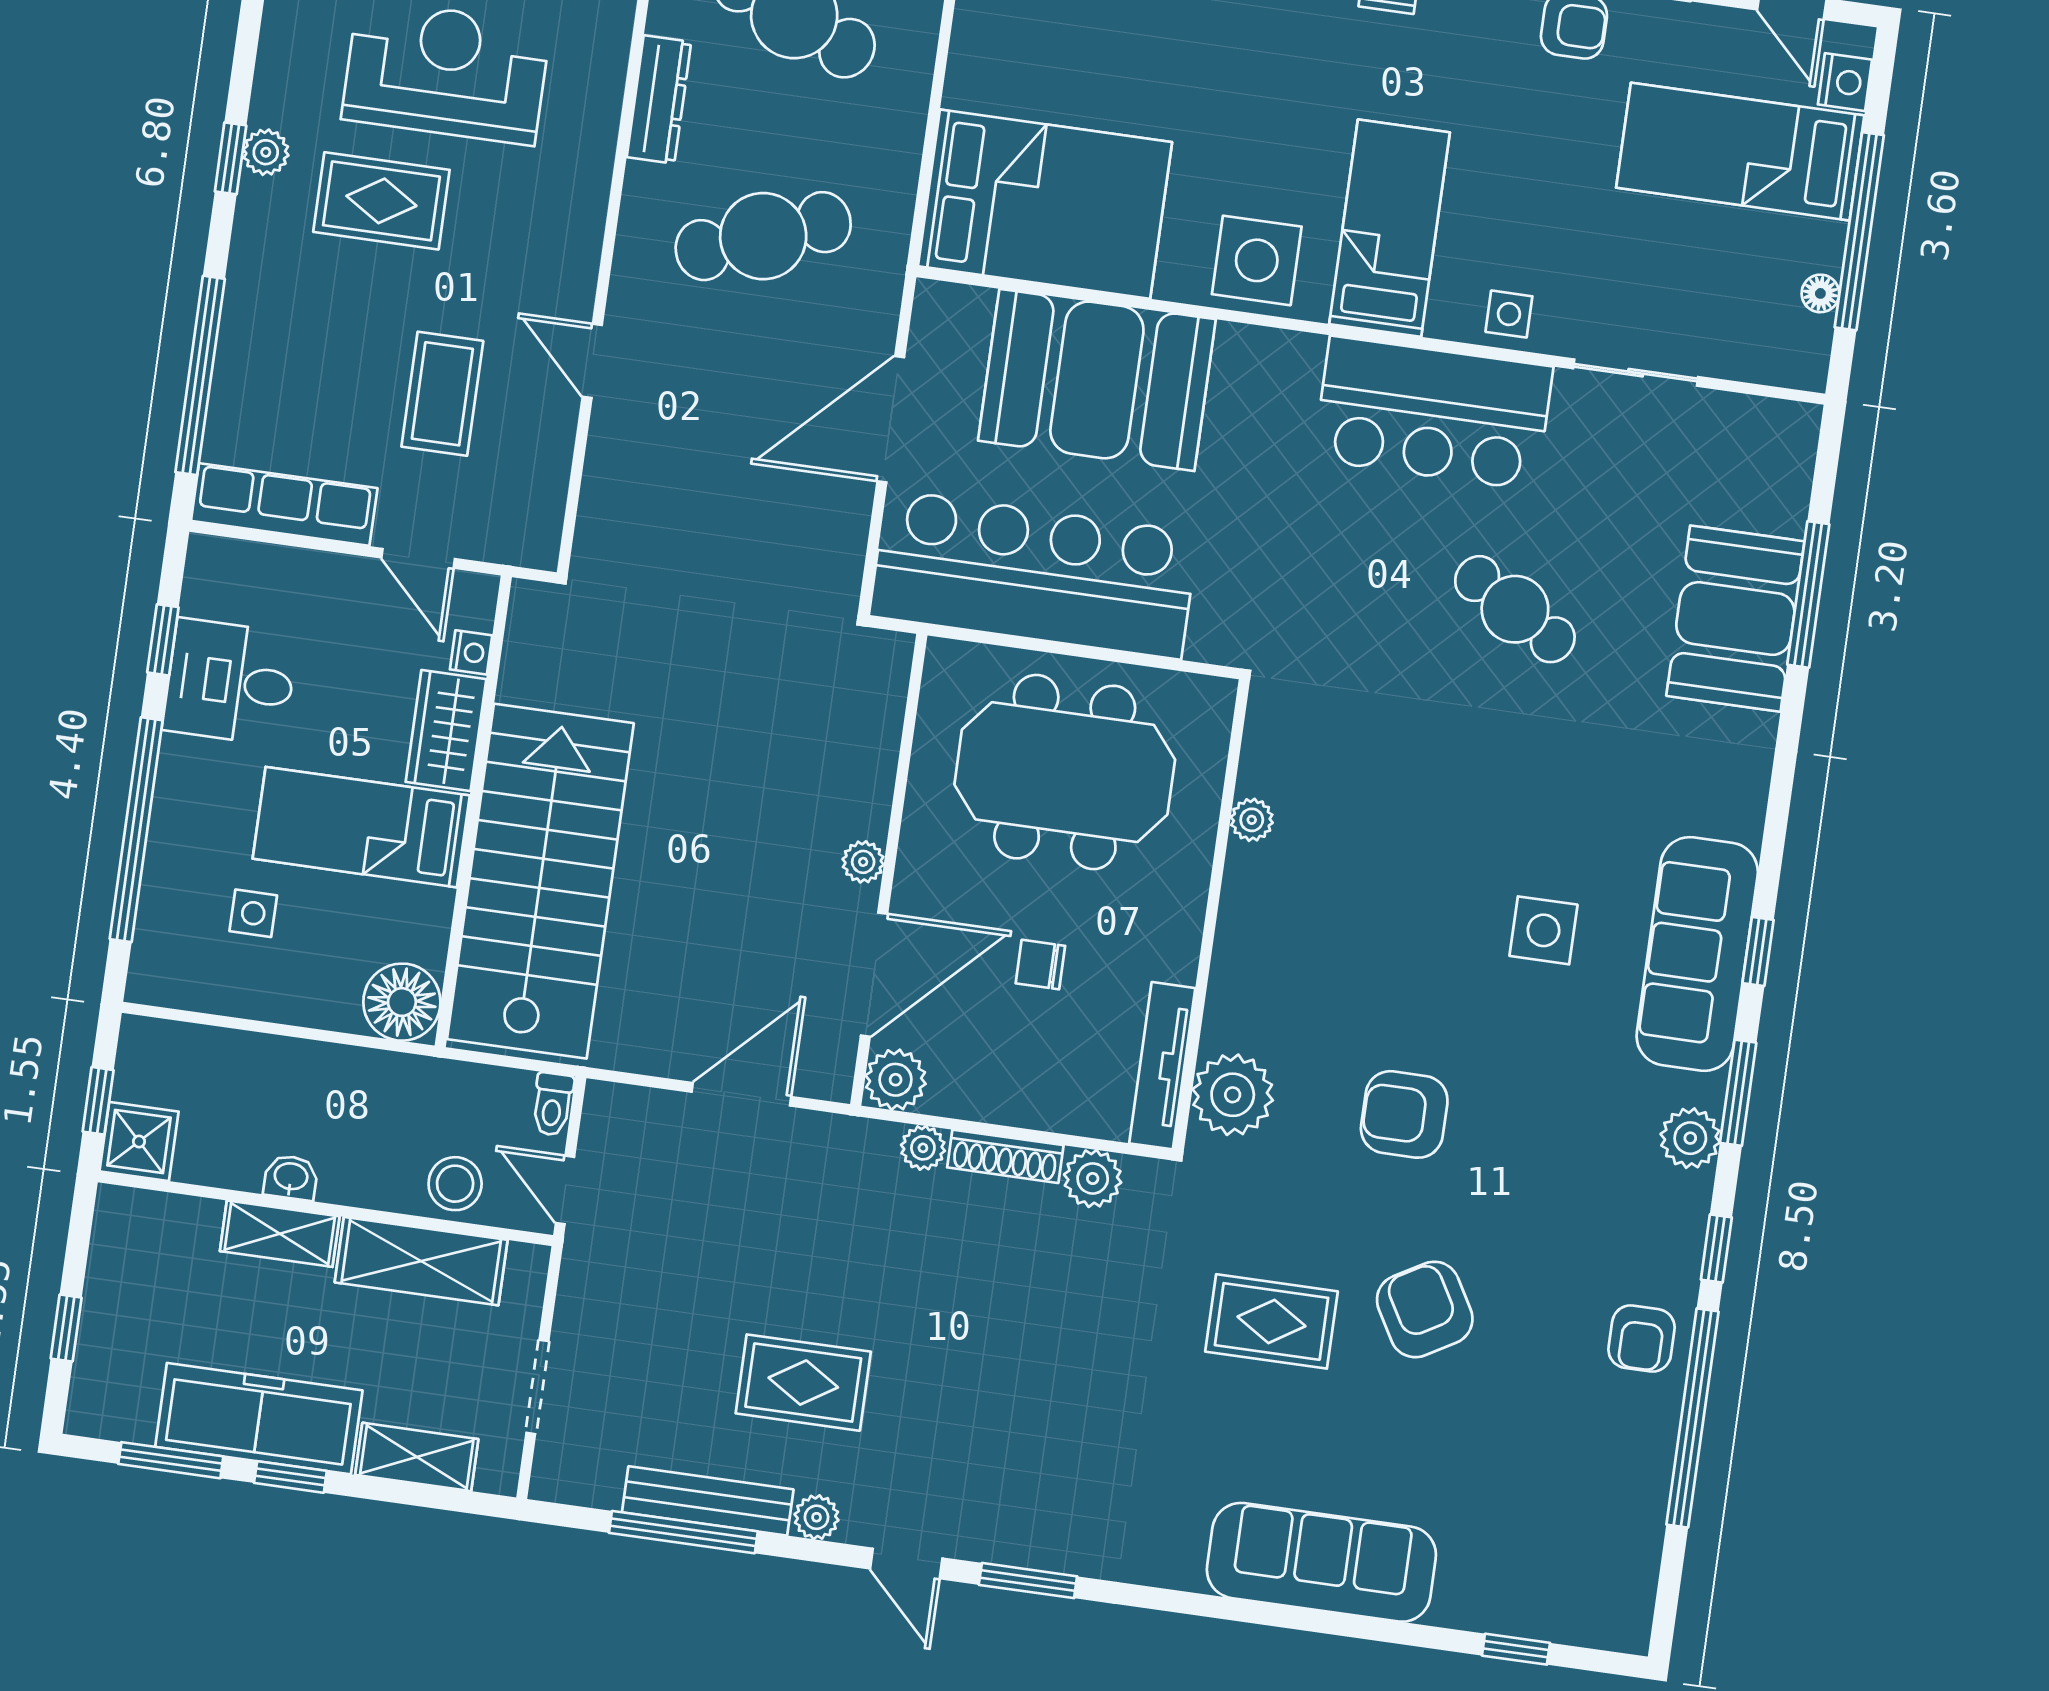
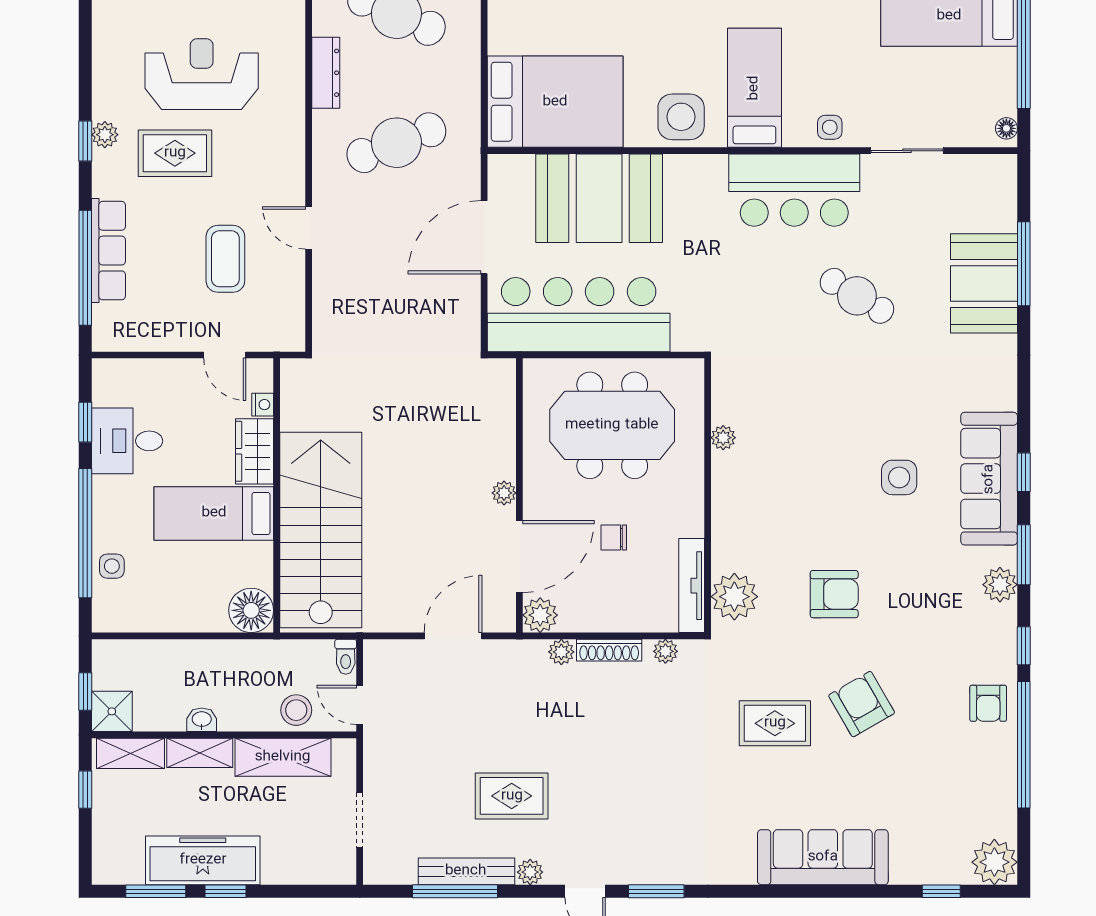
floor lamp: (1820, 293) -> (1006, 128), moved
row of seats: (284, 504) -> (108, 251), moved, turned 90
side table: (253, 913) -> (112, 566), moved
armchair: (1404, 1114) -> (834, 594), turned 180
plant: (1093, 1178) -> (665, 651), width x0.73, depth x0.73
window: (66, 1328) -> (85, 790), moved
shelving: (417, 1457) -> (131, 753), moved
plant: (1614, 1612) -> (994, 862), added

